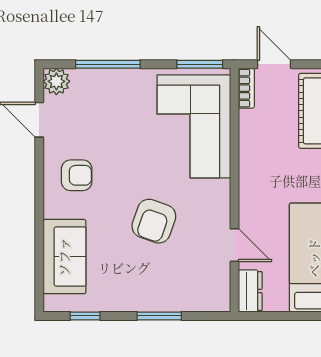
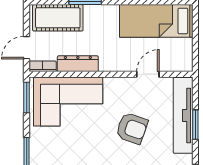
dresser: (250, 291) -> (78, 64), moved, width x1.44
tv unit: (173, 298) -> (183, 115), added

